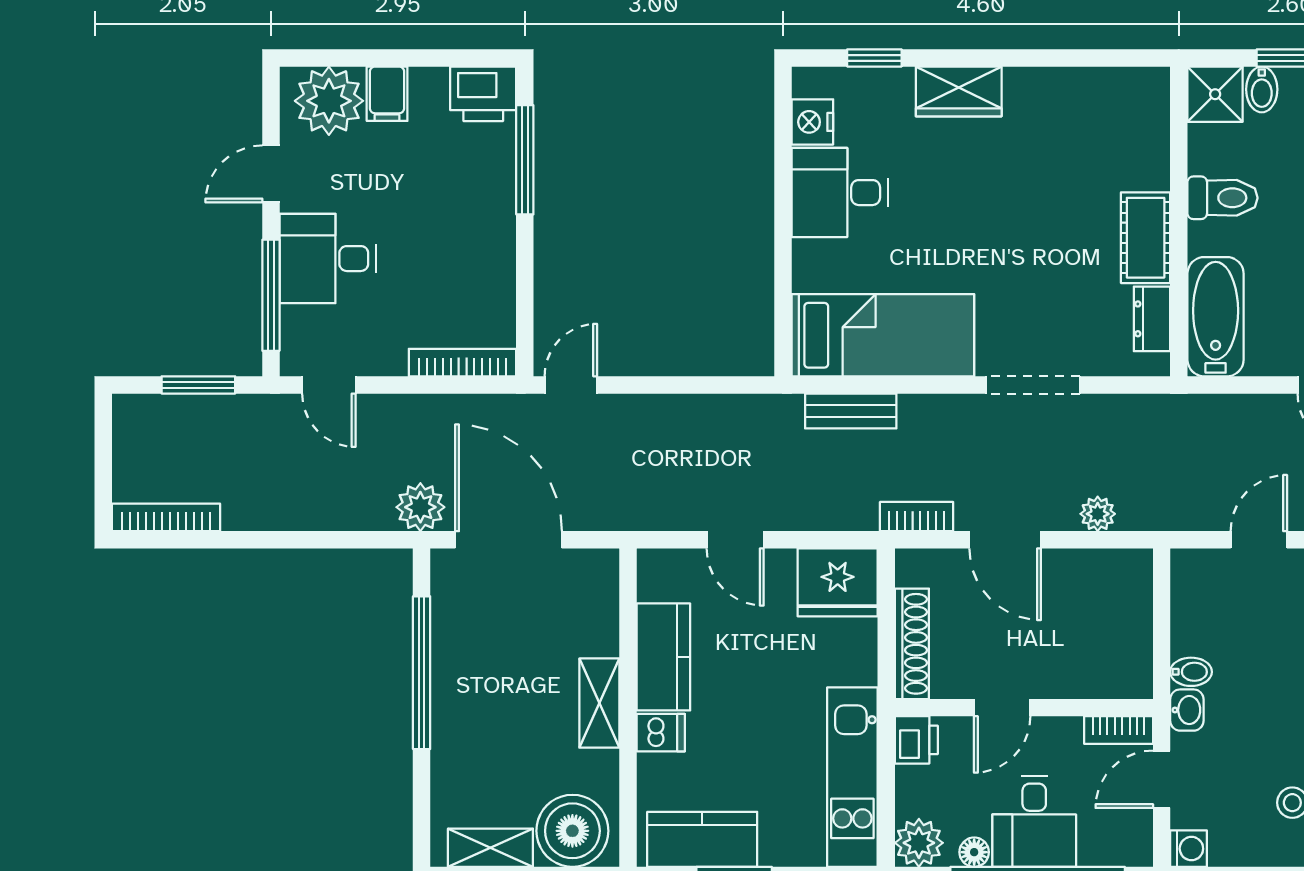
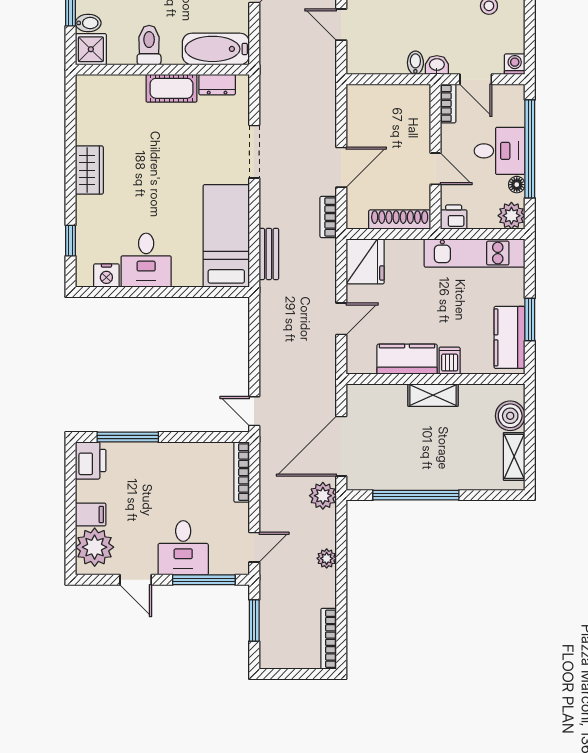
wardrobe: (959, 91) -> (89, 170), moved
plant: (1098, 514) -> (327, 558), moved
boiler: (572, 831) -> (510, 416), width x0.73, depth x0.73

